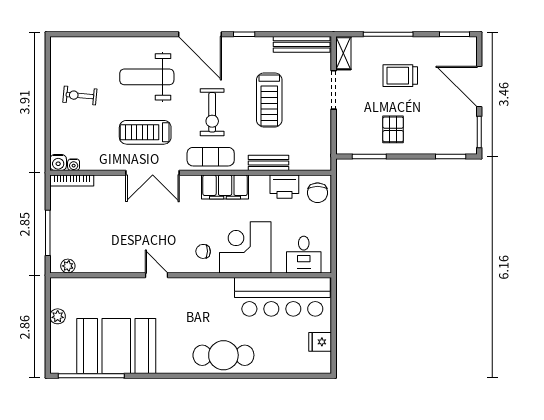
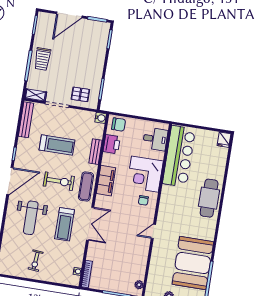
trolley: (400, 76) -> (42, 59), moved
pallet: (393, 129) -> (80, 94), moved
water cooler: (58, 162) -> (101, 118), moved
fridge: (320, 342) -> (224, 140), moved

